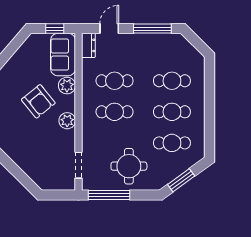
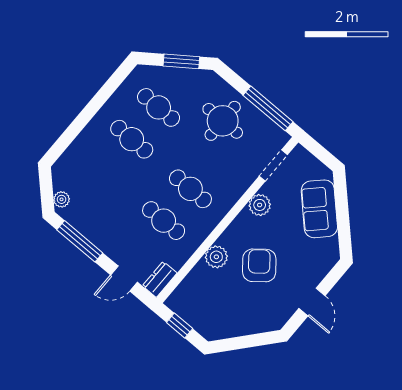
plant: (183, 44) -> (62, 199), added
sofa: (63, 55) -> (319, 209), moved, turned 135
cafe table: (172, 81) -> (105, 171), removed
plant: (67, 121) -> (260, 205), moved

